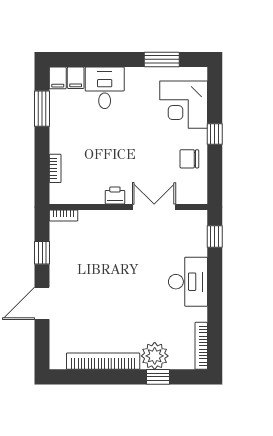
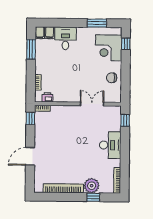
window: (215, 134) -> (126, 44), moved
printer: (115, 196) -> (47, 97), moved
window: (42, 253) -> (30, 118), moved

